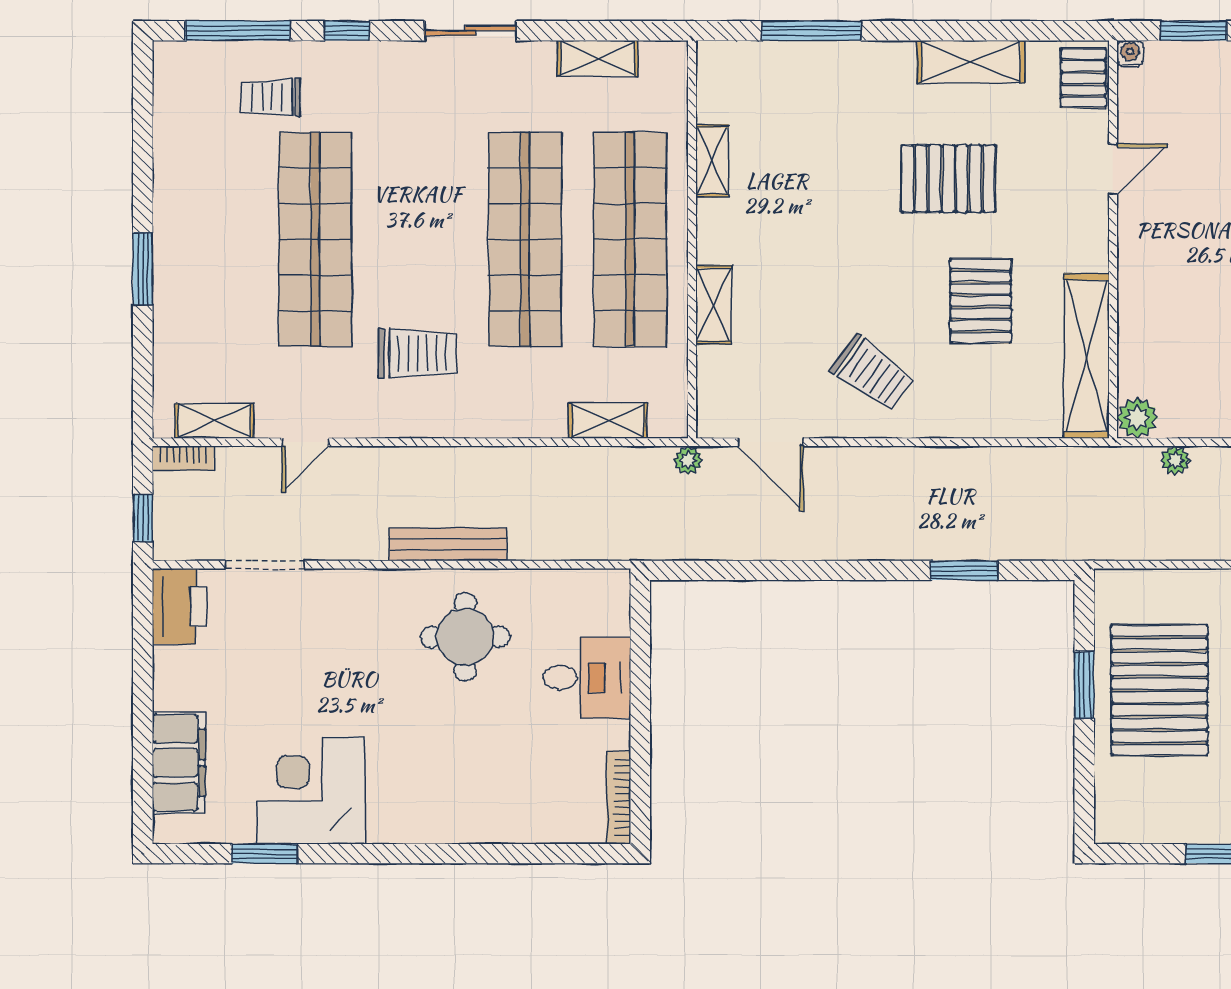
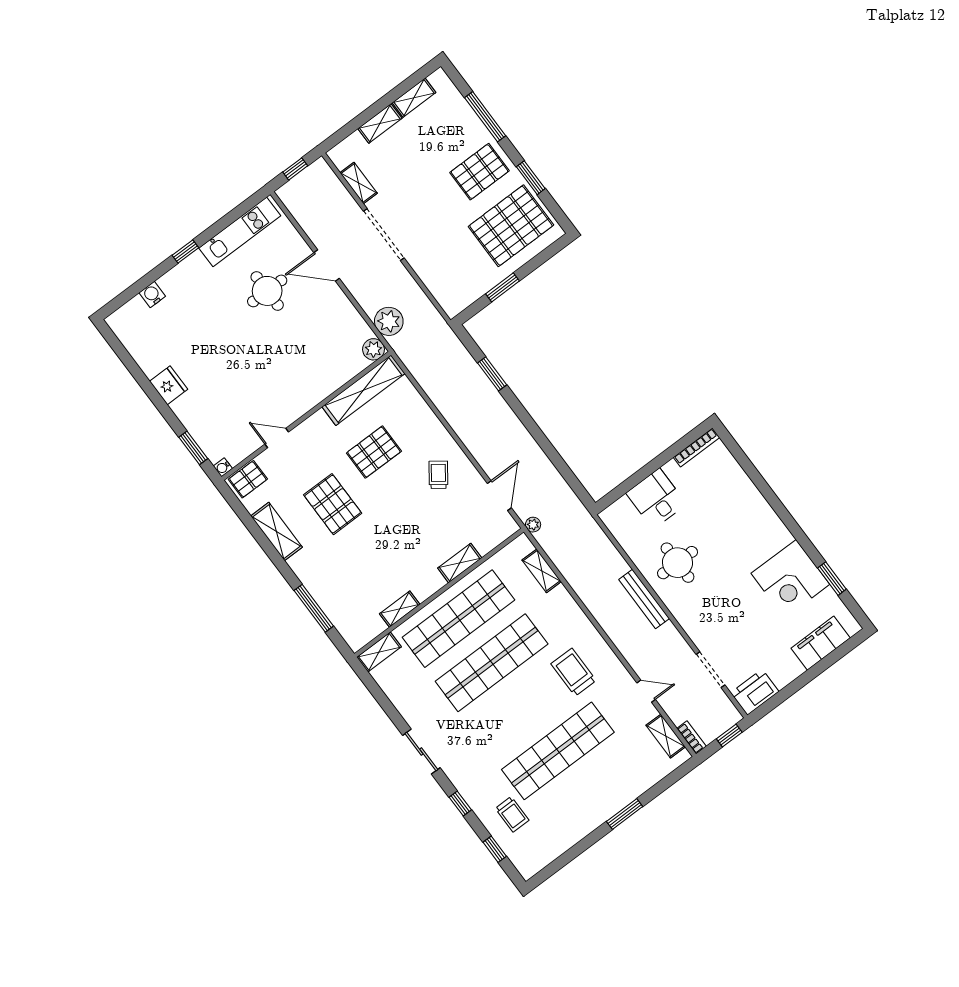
window: (238, 31) -> (495, 849), width x0.46
shelving: (597, 58) -> (379, 652), moved, turned 90
trolley: (872, 373) -> (438, 475), width x0.73, depth x0.72
plant: (1175, 460) -> (389, 321), width x1.88, depth x1.88
pallet: (1159, 690) -> (511, 226), moved

